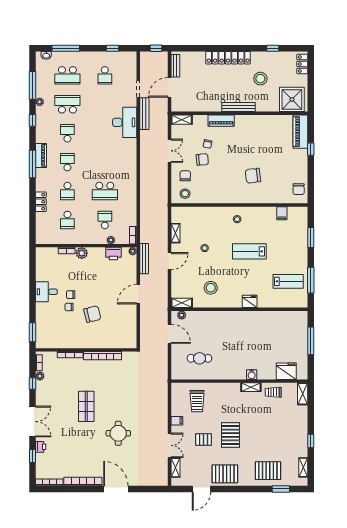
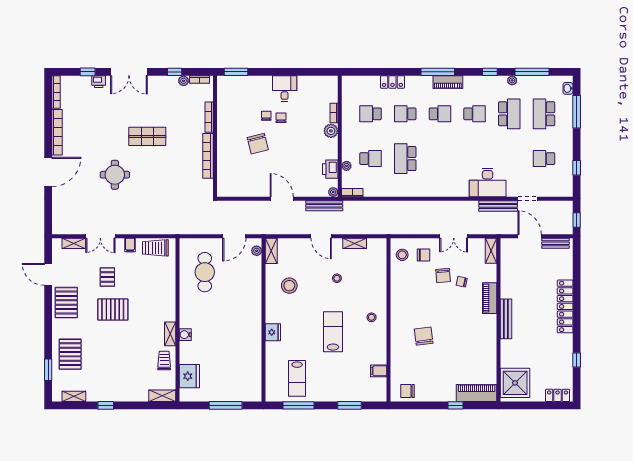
stool: (260, 79) -> (540, 345), removed
cafe table: (199, 358) -> (205, 272), width x1.37, depth x1.35
trolley: (197, 401) -> (155, 248), moved

